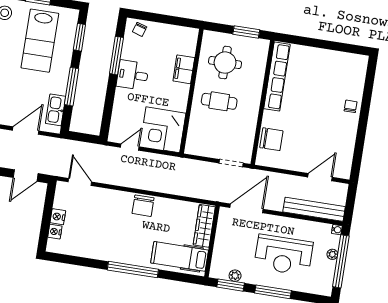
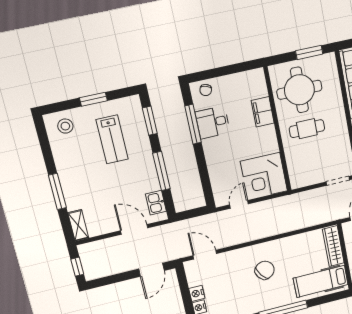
lab bench: (40, 41) -> (112, 139), width x0.73, depth x0.72
round table: (225, 63) -> (299, 90), width x1.36, depth x1.36
desk: (133, 75) -> (213, 122), moved
kitchen sink: (56, 110) -> (156, 203), width x0.73
door: (26, 131) -> (134, 229), hinge flipped
chair: (143, 206) -> (265, 270), moved, turned -126

